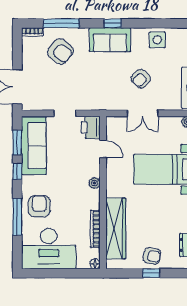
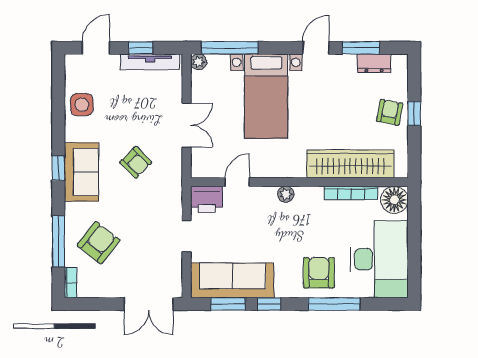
armchair: (141, 79) -> (136, 162), moved
armchair: (39, 206) -> (319, 273), turned 90
floor lamp: (95, 264) -> (394, 200), width x1.89, depth x1.89

